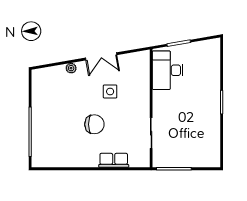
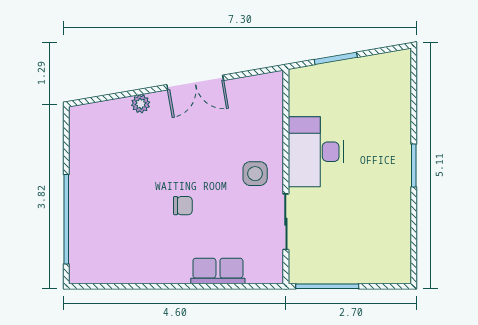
desk: (168, 70) -> (316, 152), moved
side table: (110, 91) -> (255, 174), moved
chair: (94, 124) -> (183, 206), width x0.54, depth x0.54

